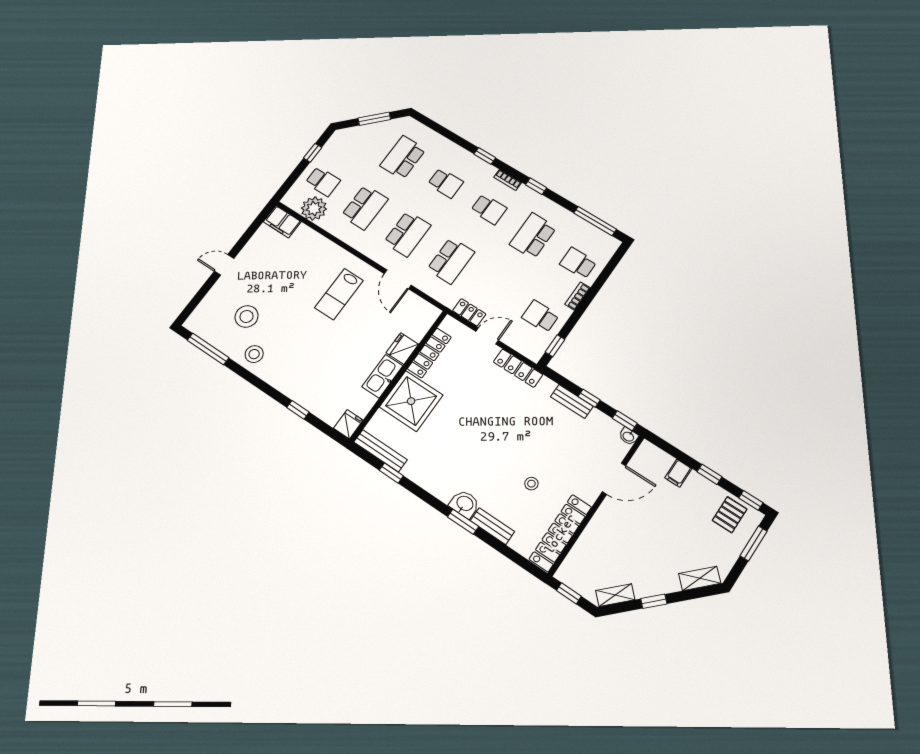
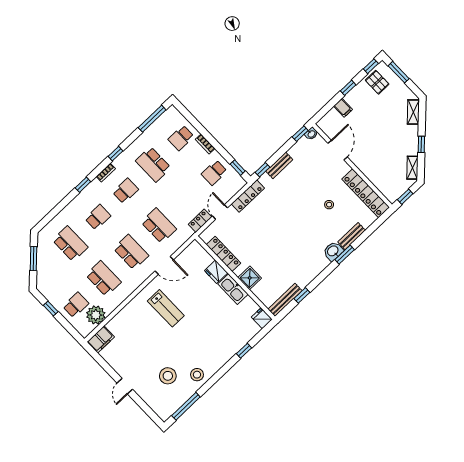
school desk: (403, 157) -> (70, 244), turned 180
window: (589, 398) -> (263, 170), moved
shower: (411, 401) -> (250, 278), width x0.54, depth x0.54

